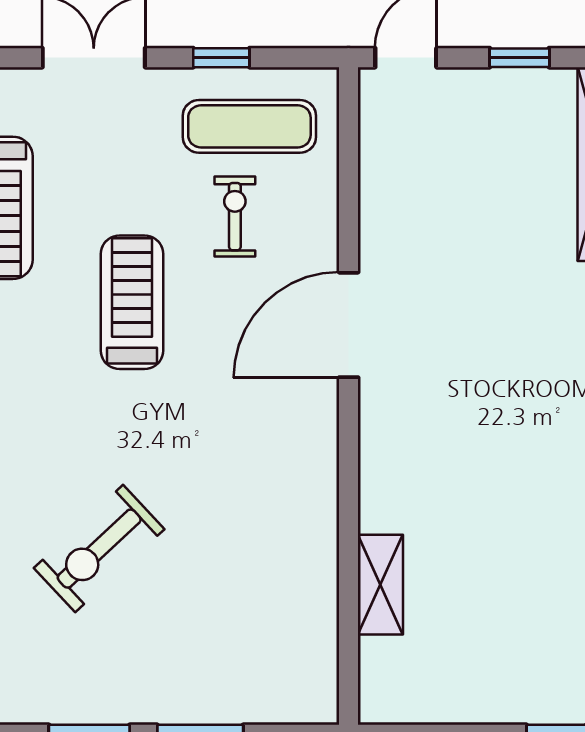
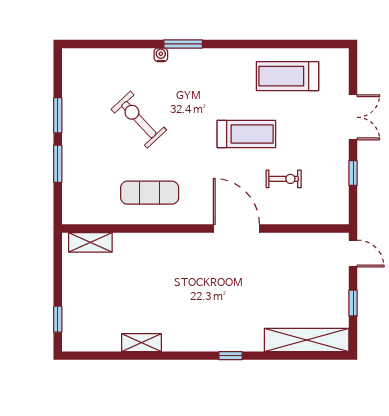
exercise mat: (249, 126) -> (150, 193), moved, turned 90
shelving: (380, 585) -> (90, 242), moved

